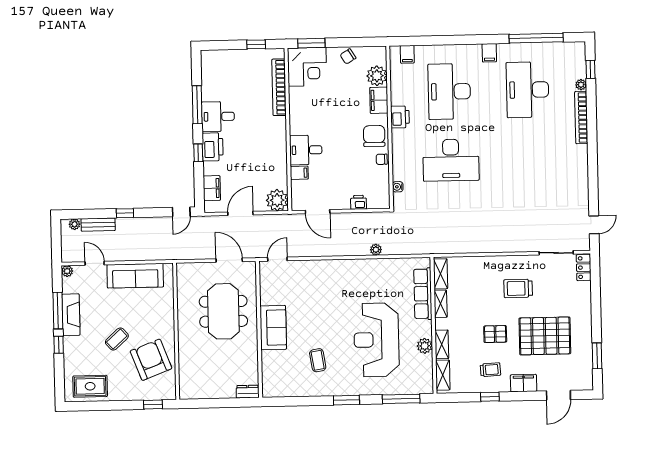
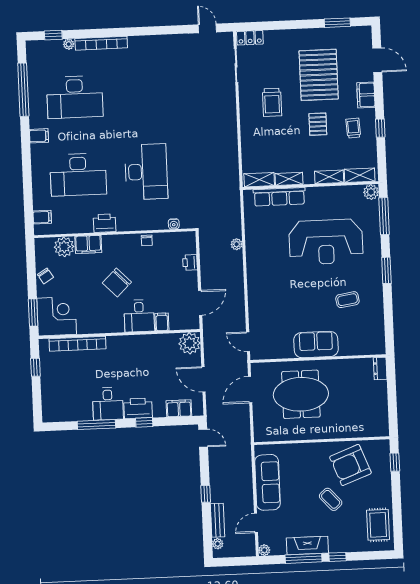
chair: (374, 136) -> (117, 282), moved, turned -44
plant: (425, 346) -> (371, 192), moved

